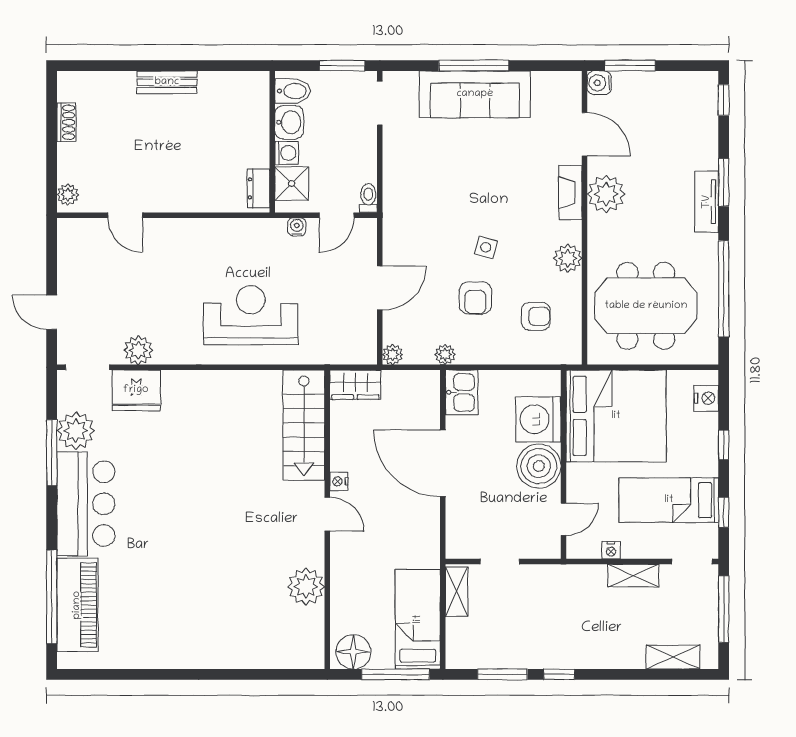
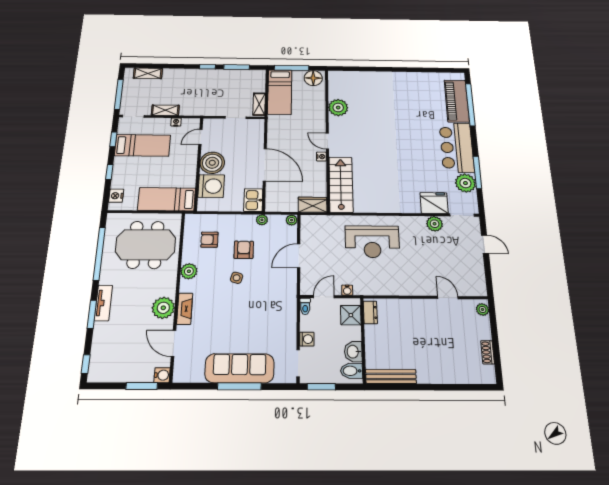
bench: (167, 82) -> (391, 376), moved, width x1.36
washing machine: (287, 153) -> (307, 339), moved, turned 180
bed: (616, 416) -> (167, 199), width x0.49

